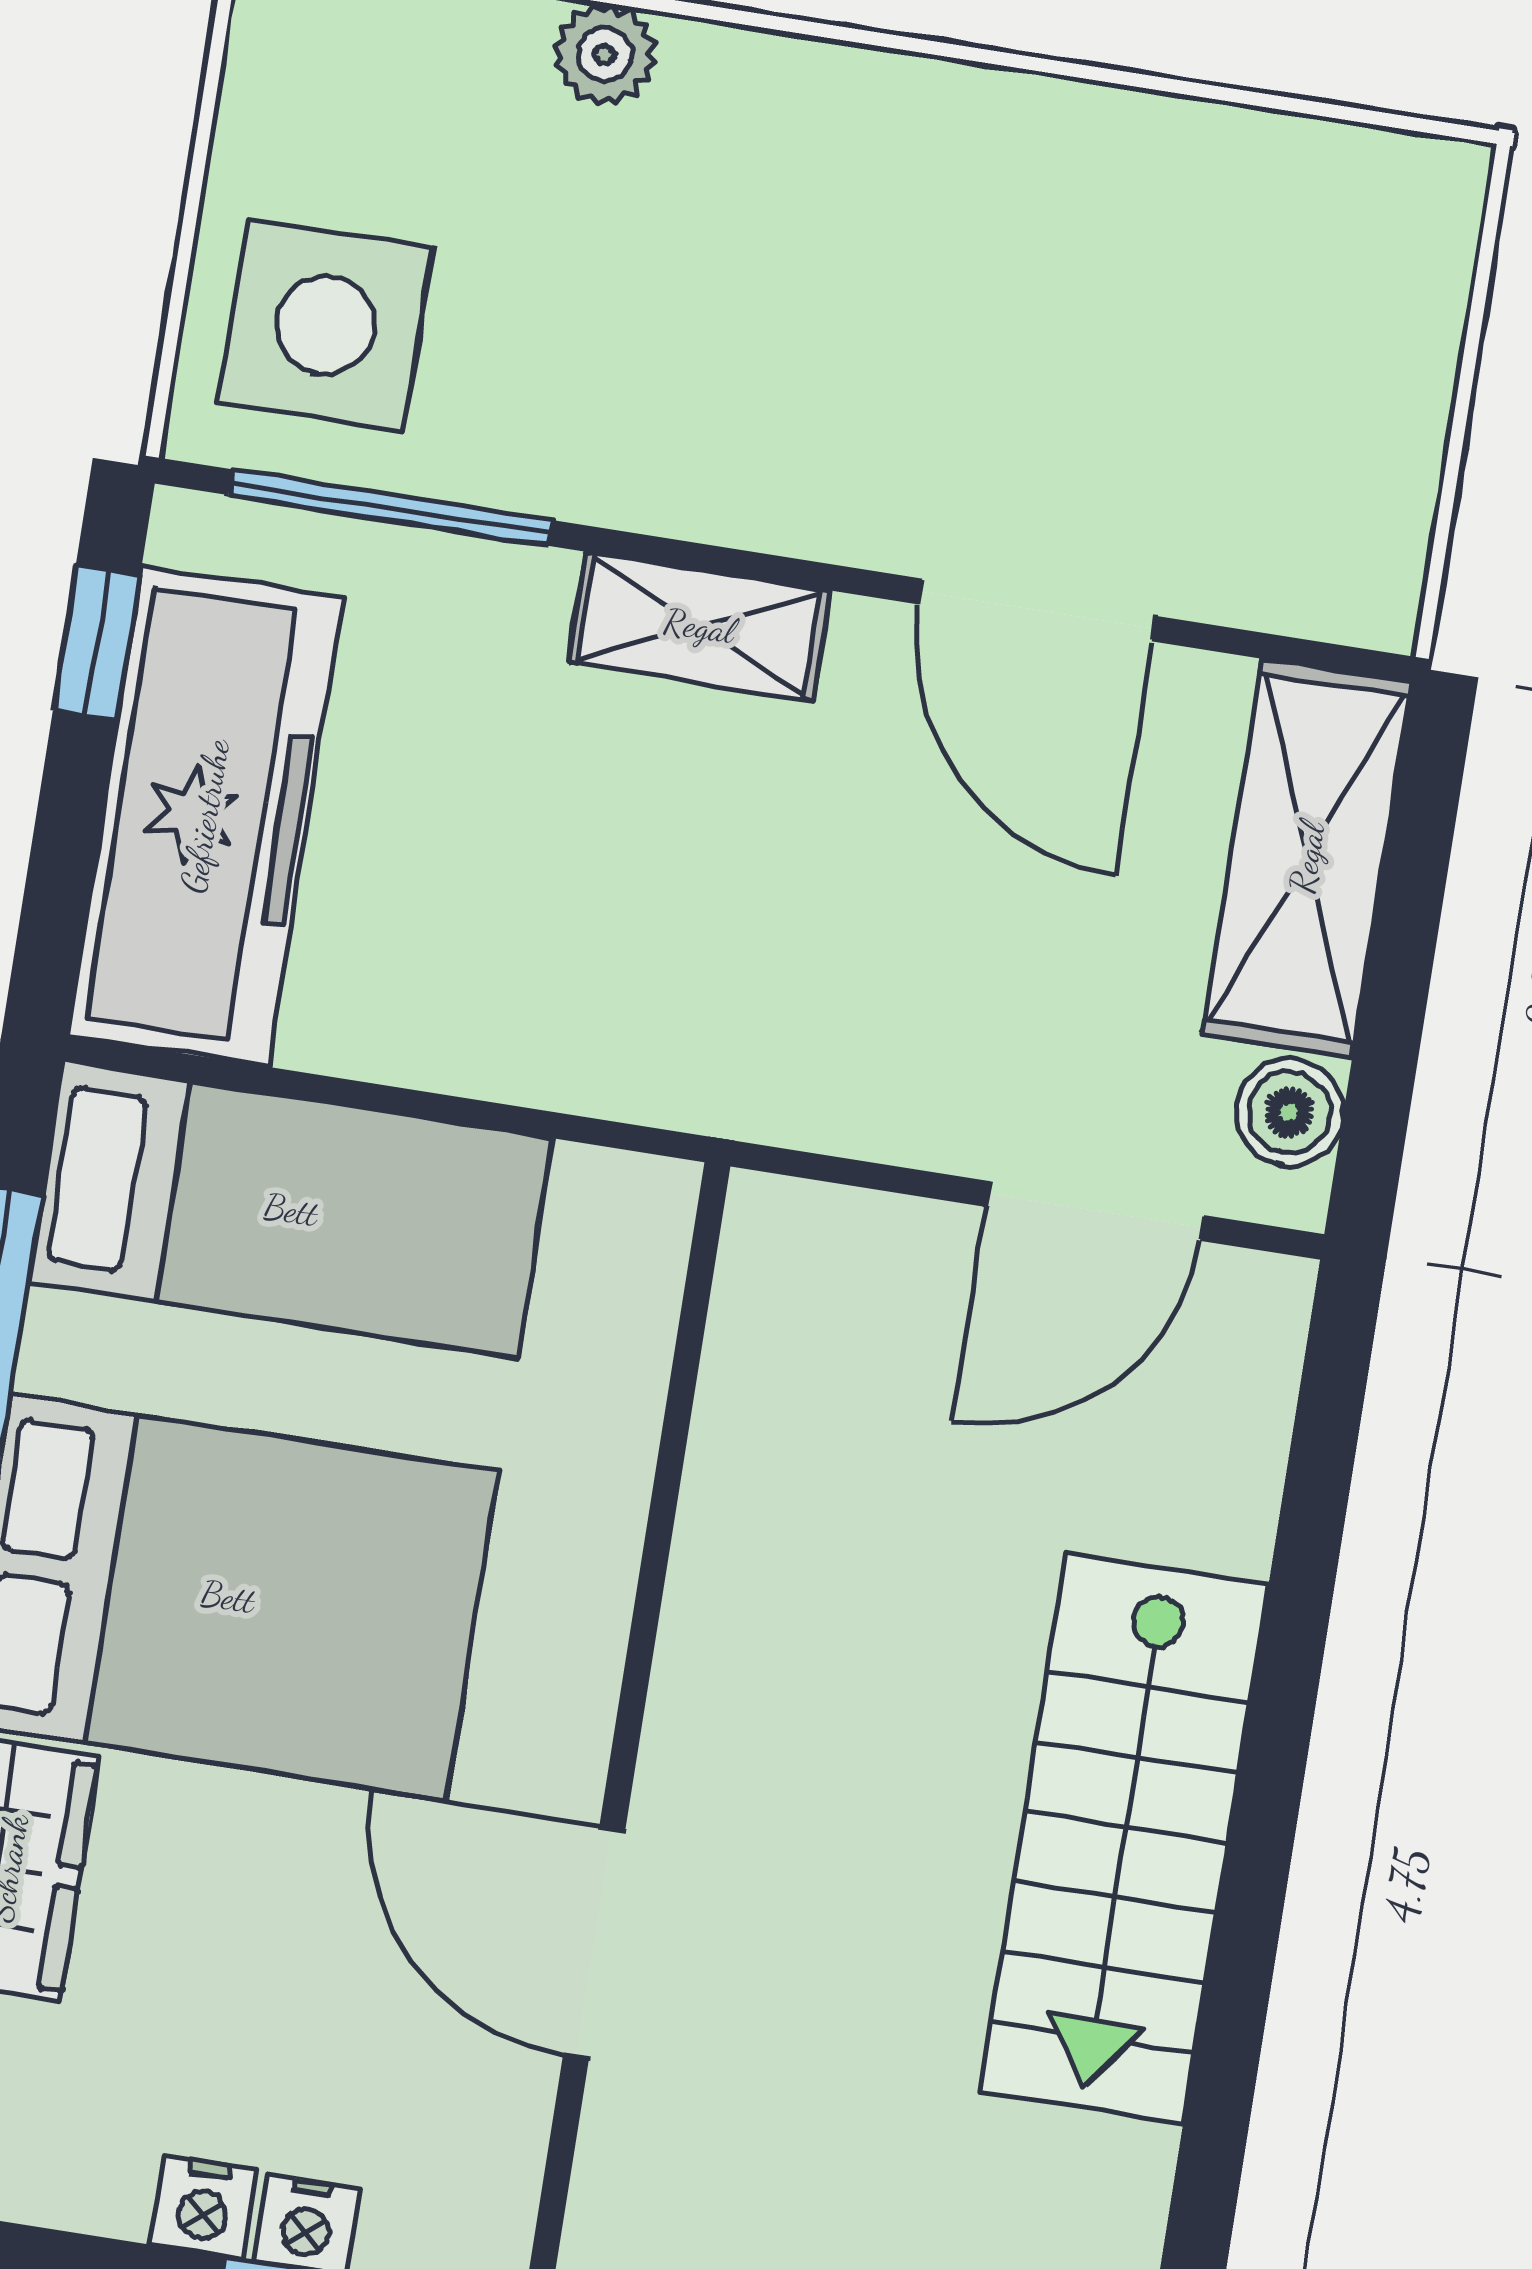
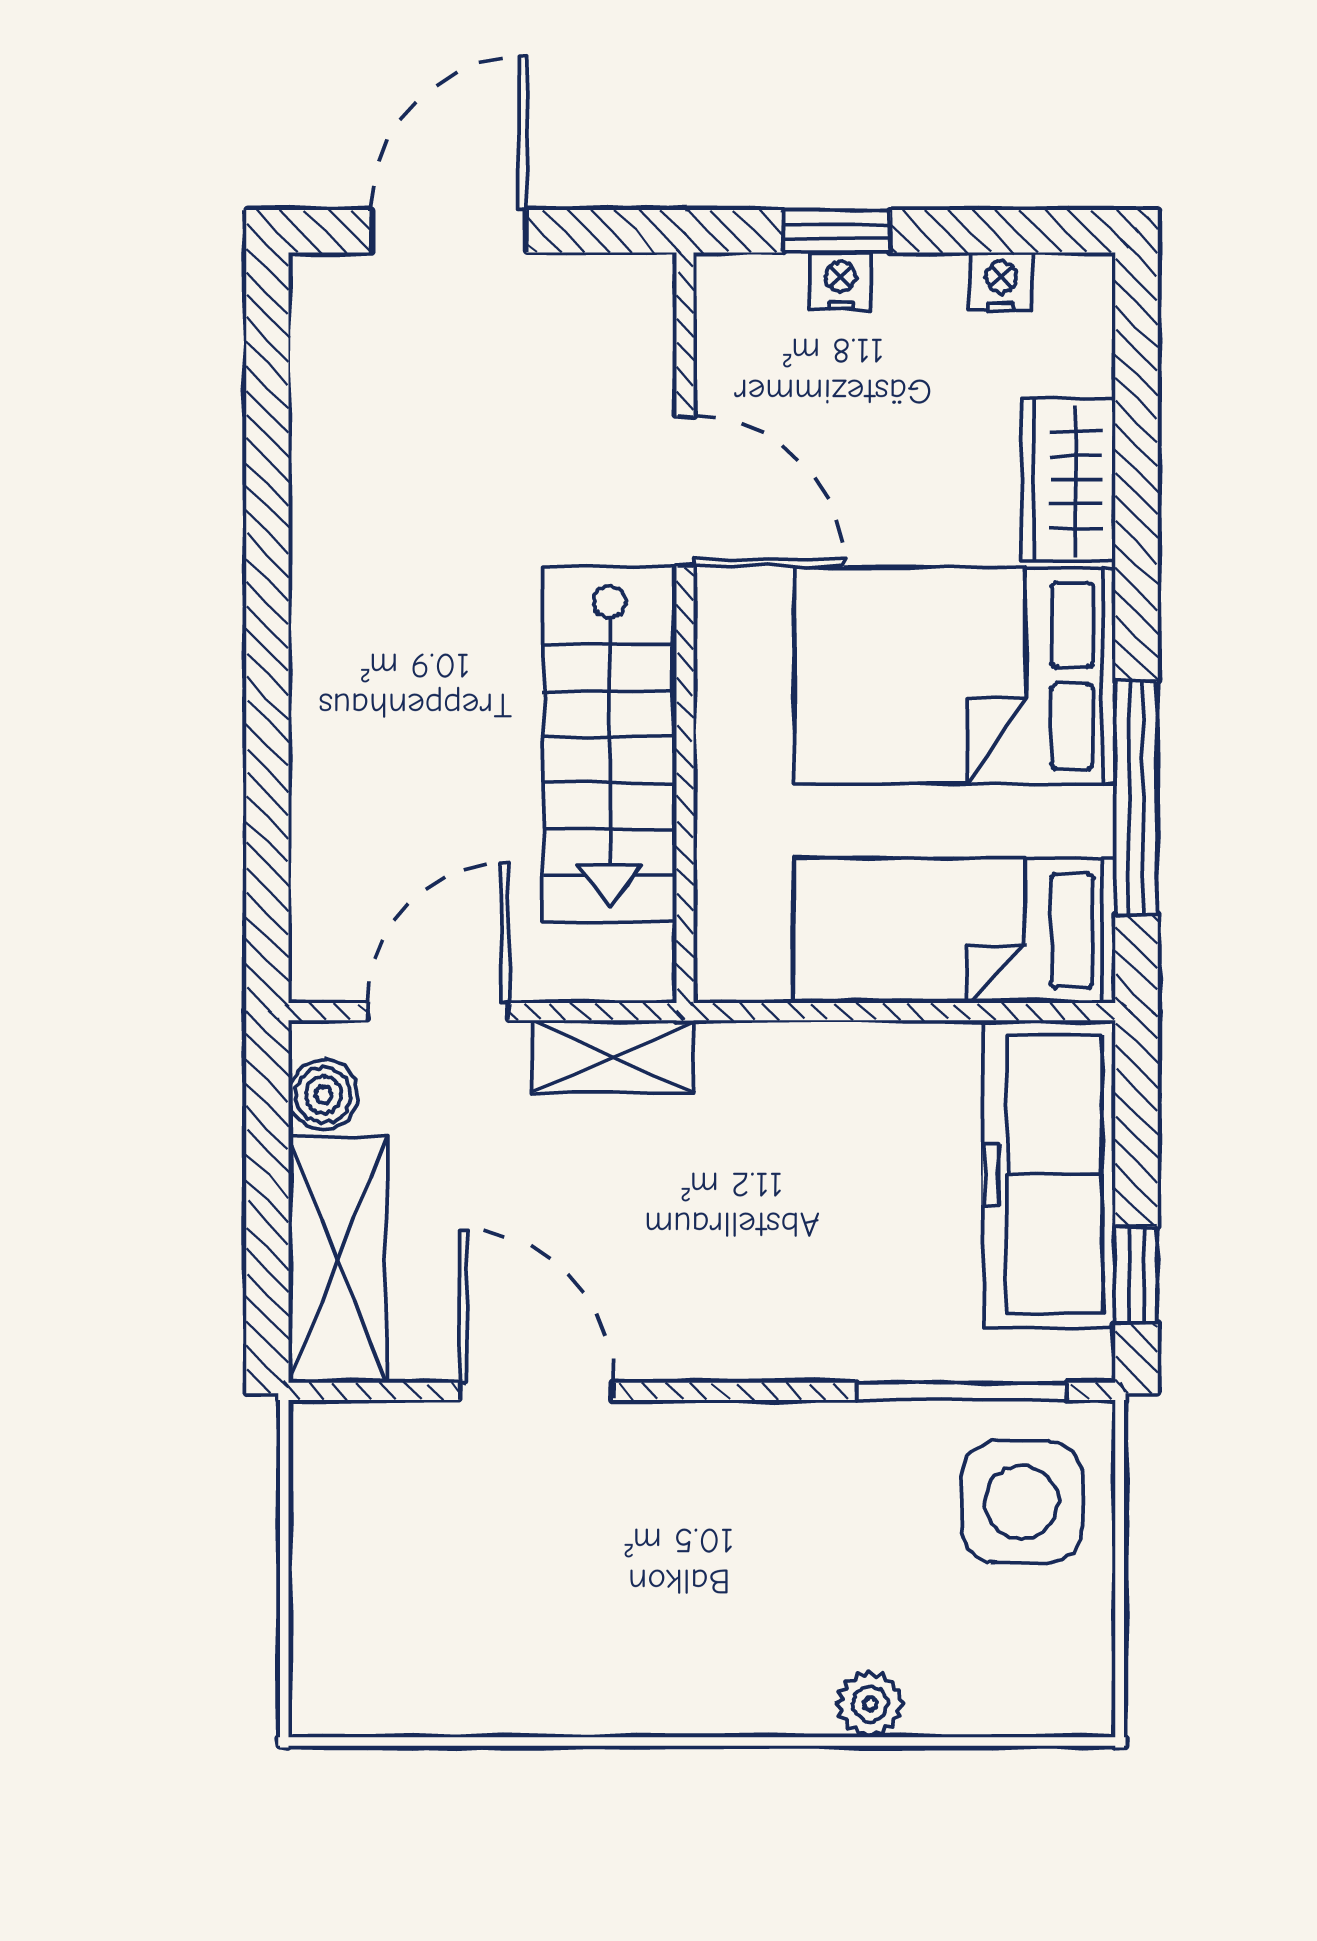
shelving: (699, 626) -> (613, 1056), moved
stairs: (1124, 1838) -> (610, 744), moved, turned 180
nightstand: (203, 2208) -> (1001, 282), moved

